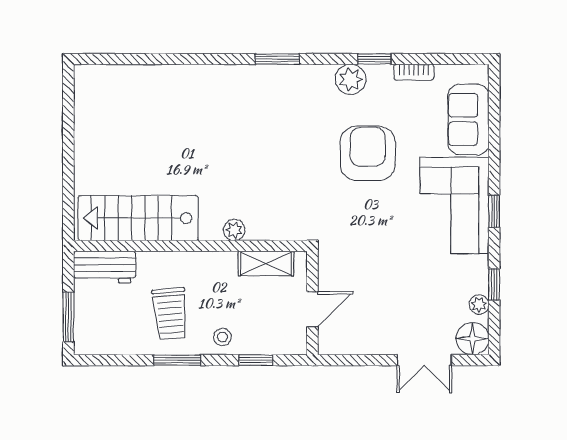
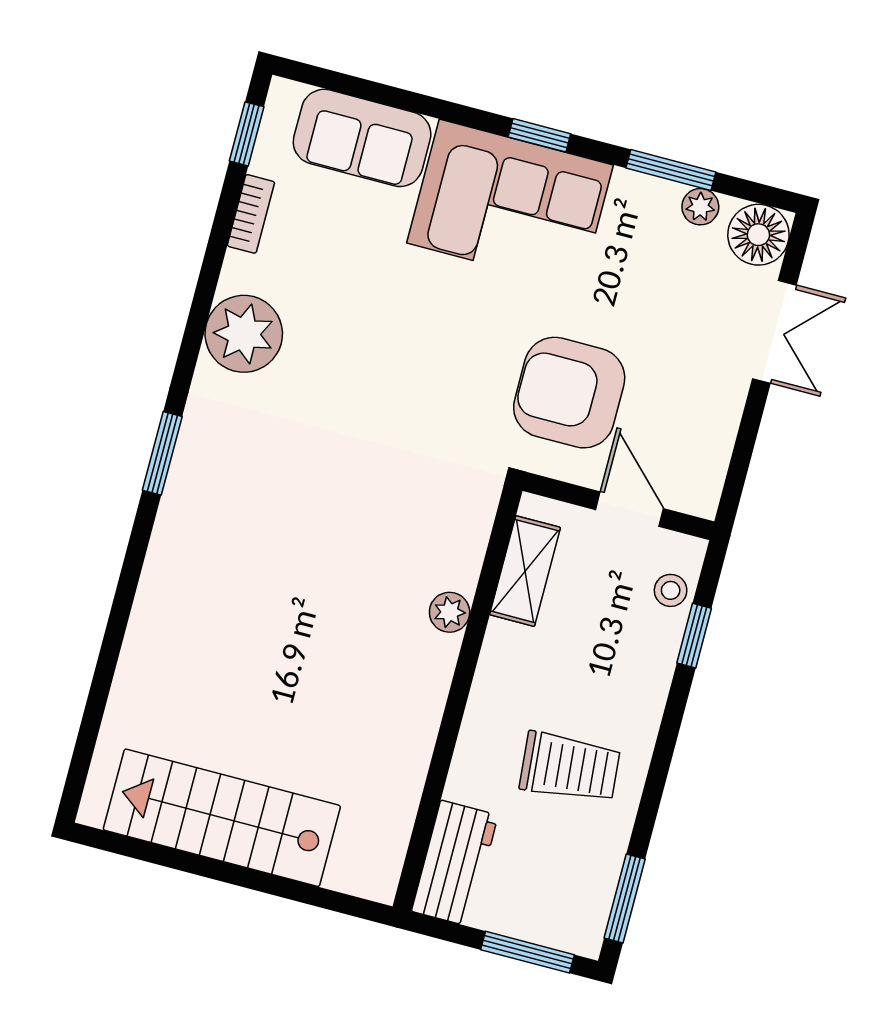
window: (374, 59) -> (247, 134), moved
plant: (351, 79) -> (244, 334), width x1.36, depth x1.36
armchair: (368, 153) -> (569, 393), moved
stairs: (138, 218) -> (222, 818), moved, turned 90
window: (494, 284) -> (671, 170), width x1.50
stool: (222, 337) -> (671, 590), moved
window: (177, 360) -> (625, 898), moved

